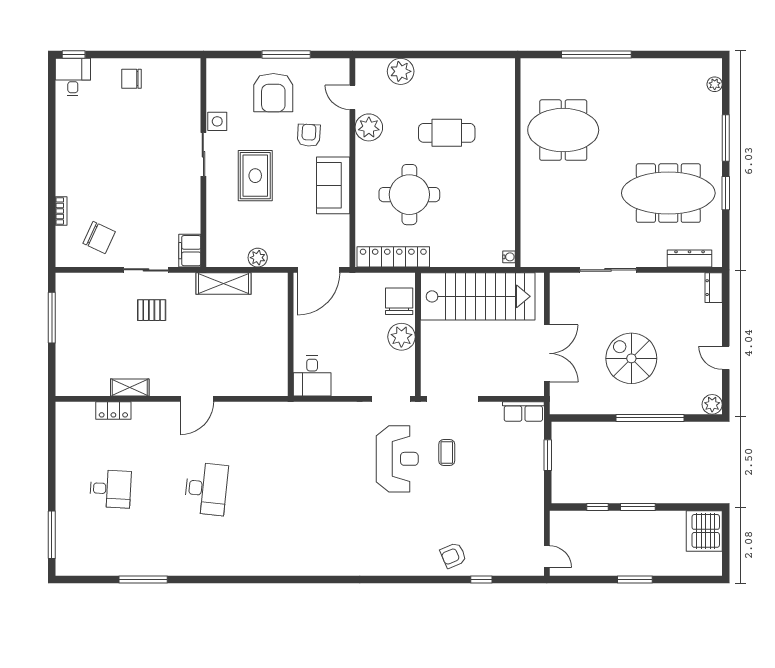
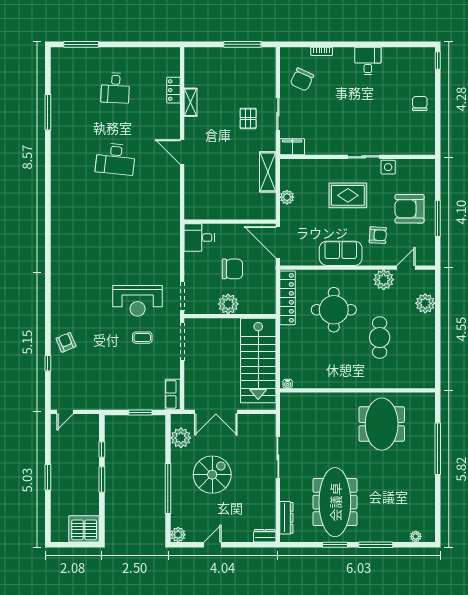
desk: (73, 77) -> (368, 61), moved, turned -90
chair: (399, 301) -> (232, 269), moved
plant: (582, 401) -> (181, 438), added

